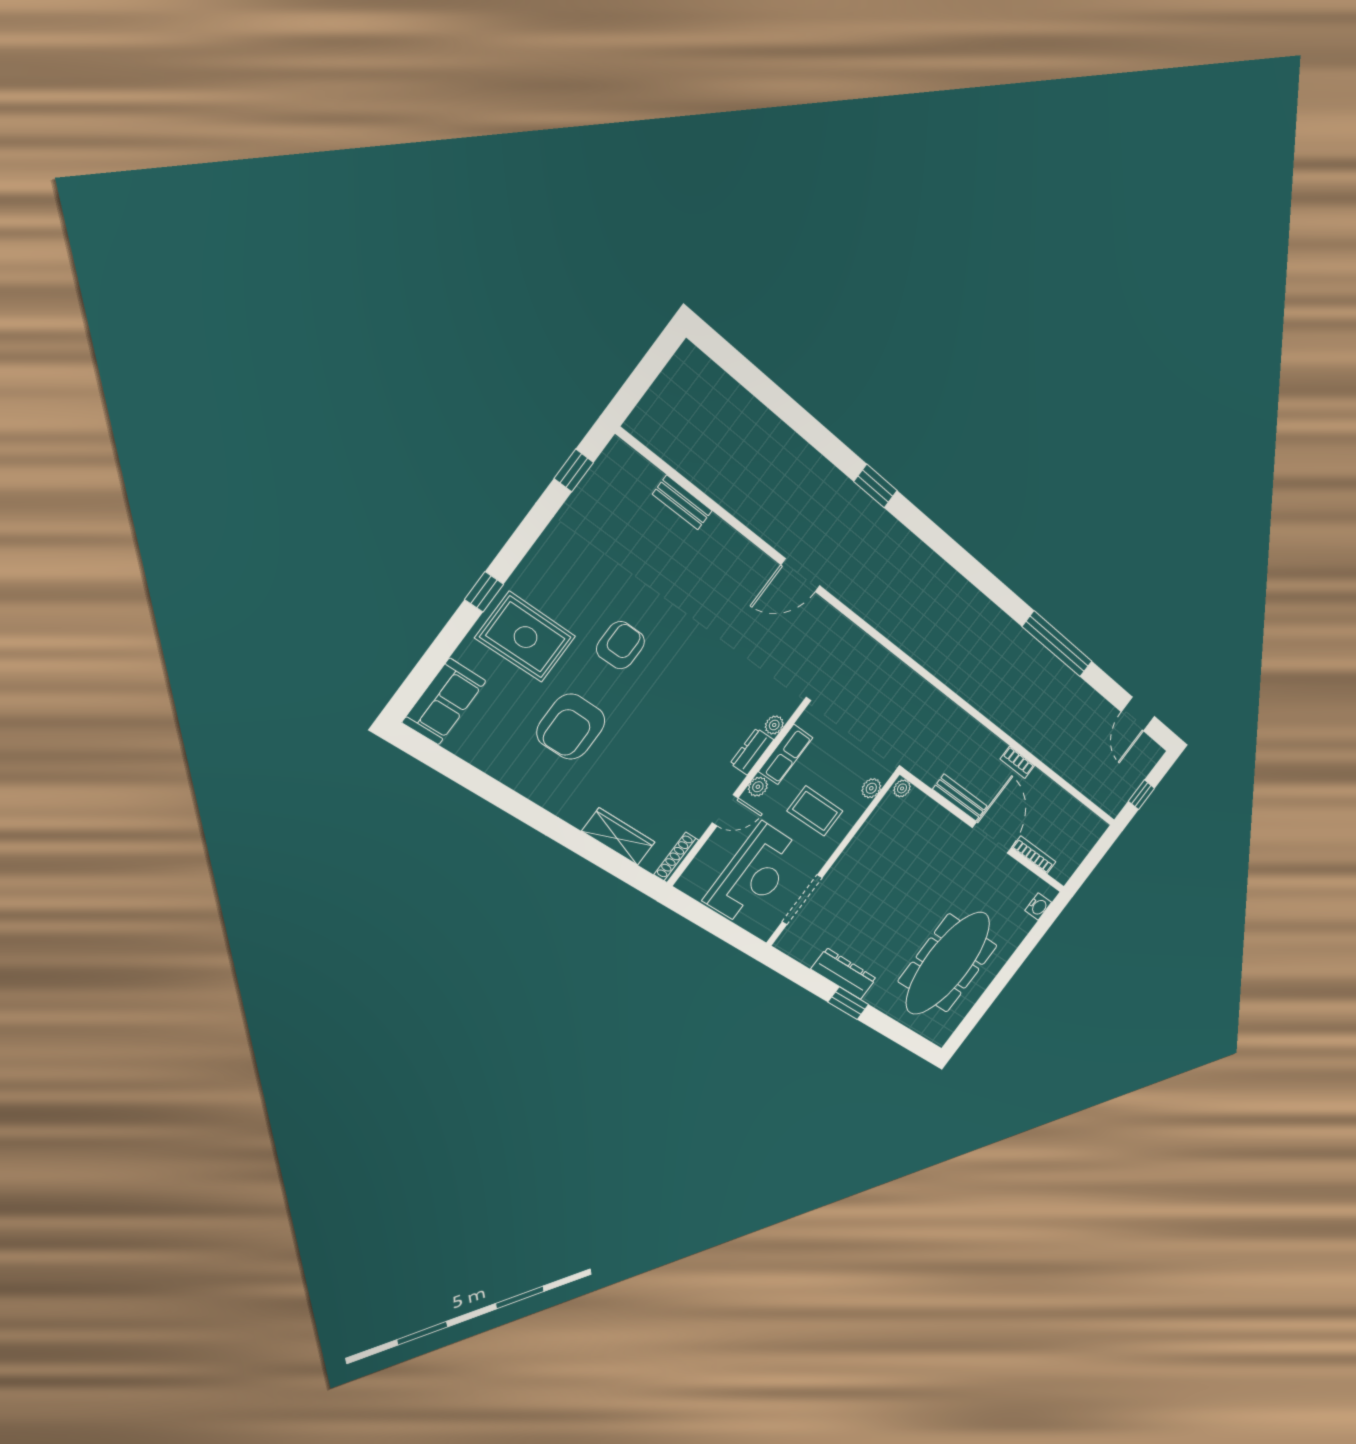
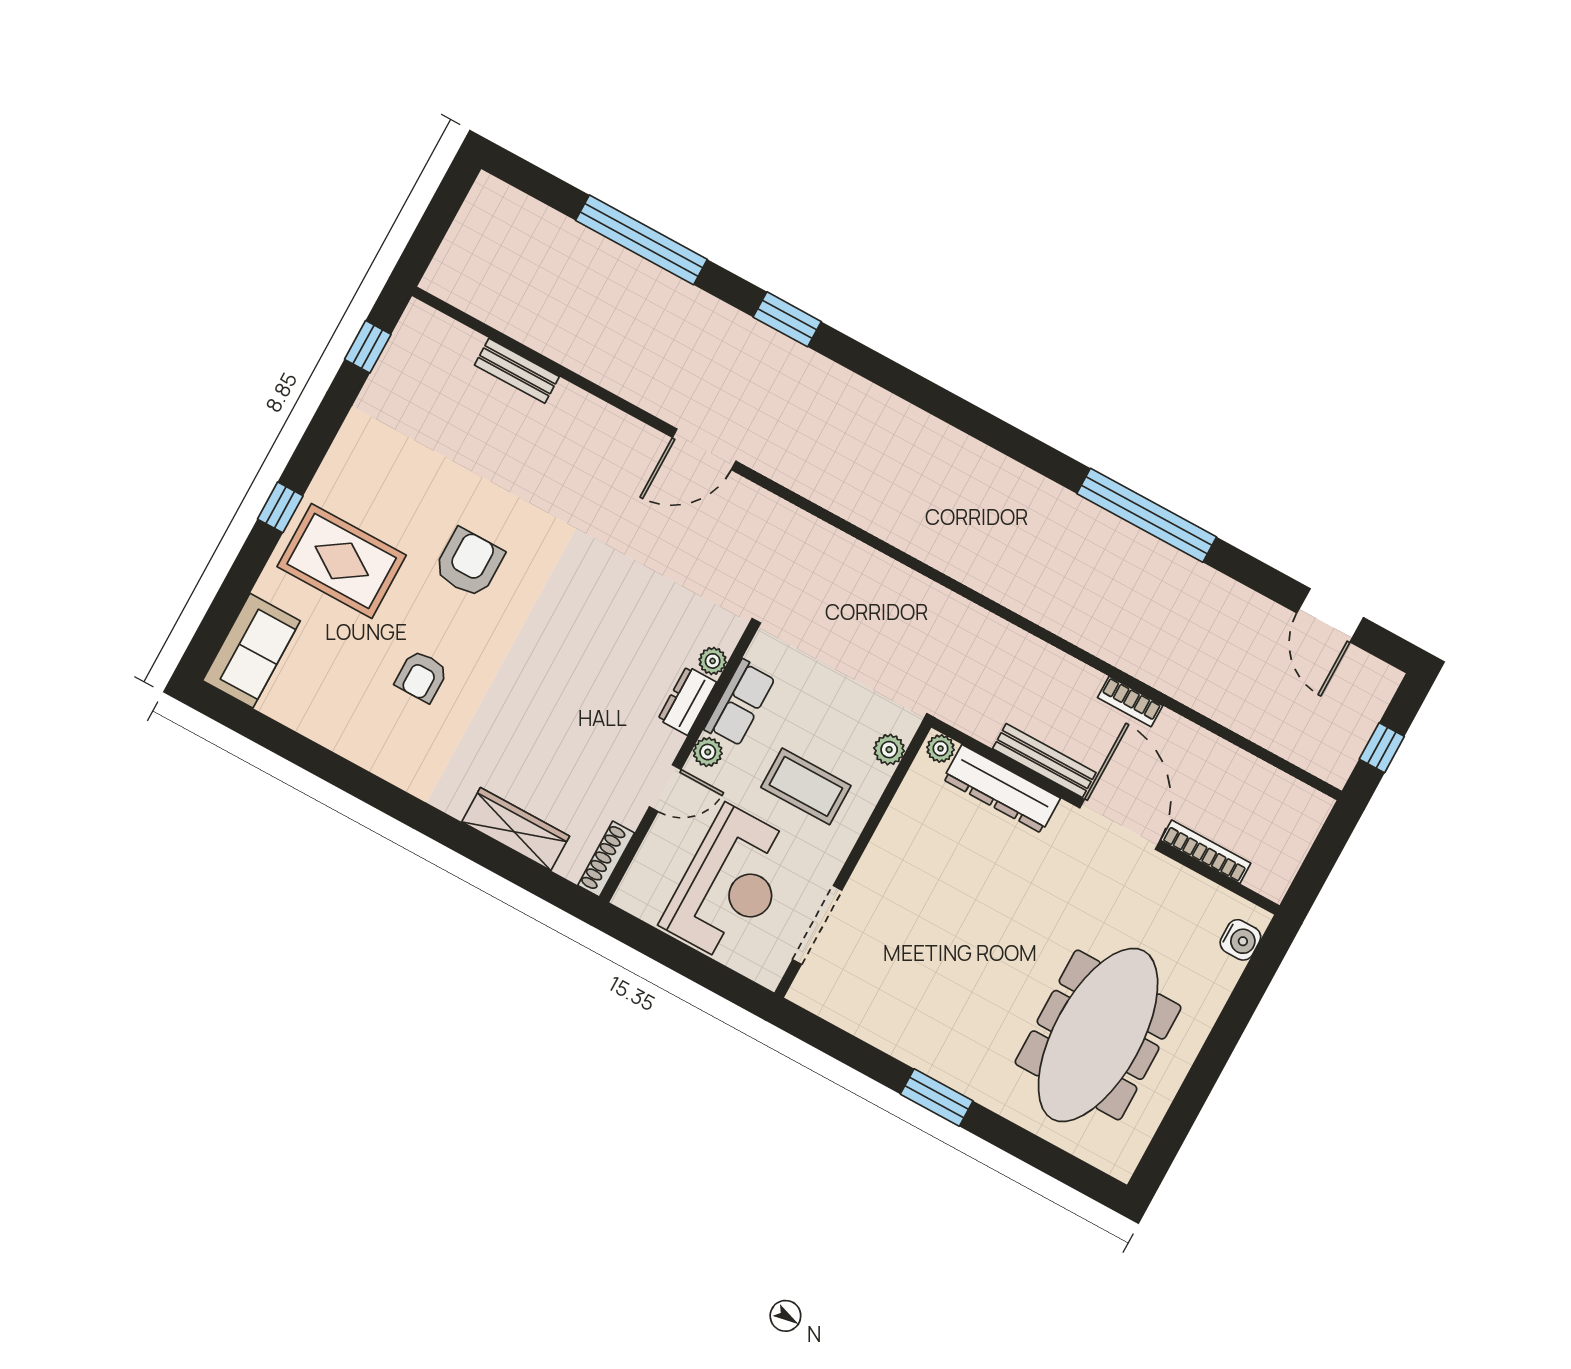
window: (791, 412) -> (641, 240), added
armchair: (571, 727) -> (421, 676), width x0.53, depth x0.53
dresser: (844, 974) -> (1002, 789), moved, turned 180

